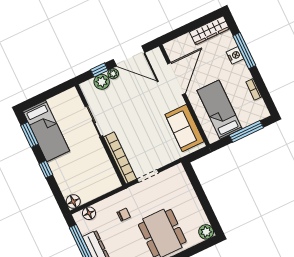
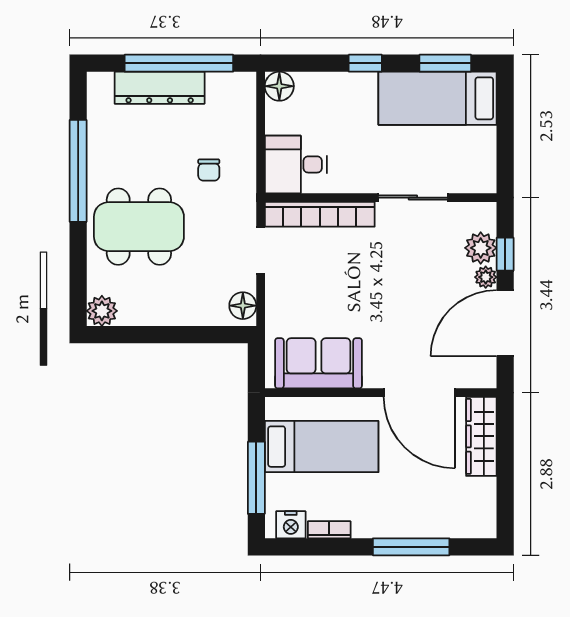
wardrobe: (209, 30) -> (481, 436), moved
nightstand: (235, 55) -> (291, 525), moved
desk: (104, 178) -> (296, 164), added
floor lamp: (89, 213) -> (243, 306), moved

